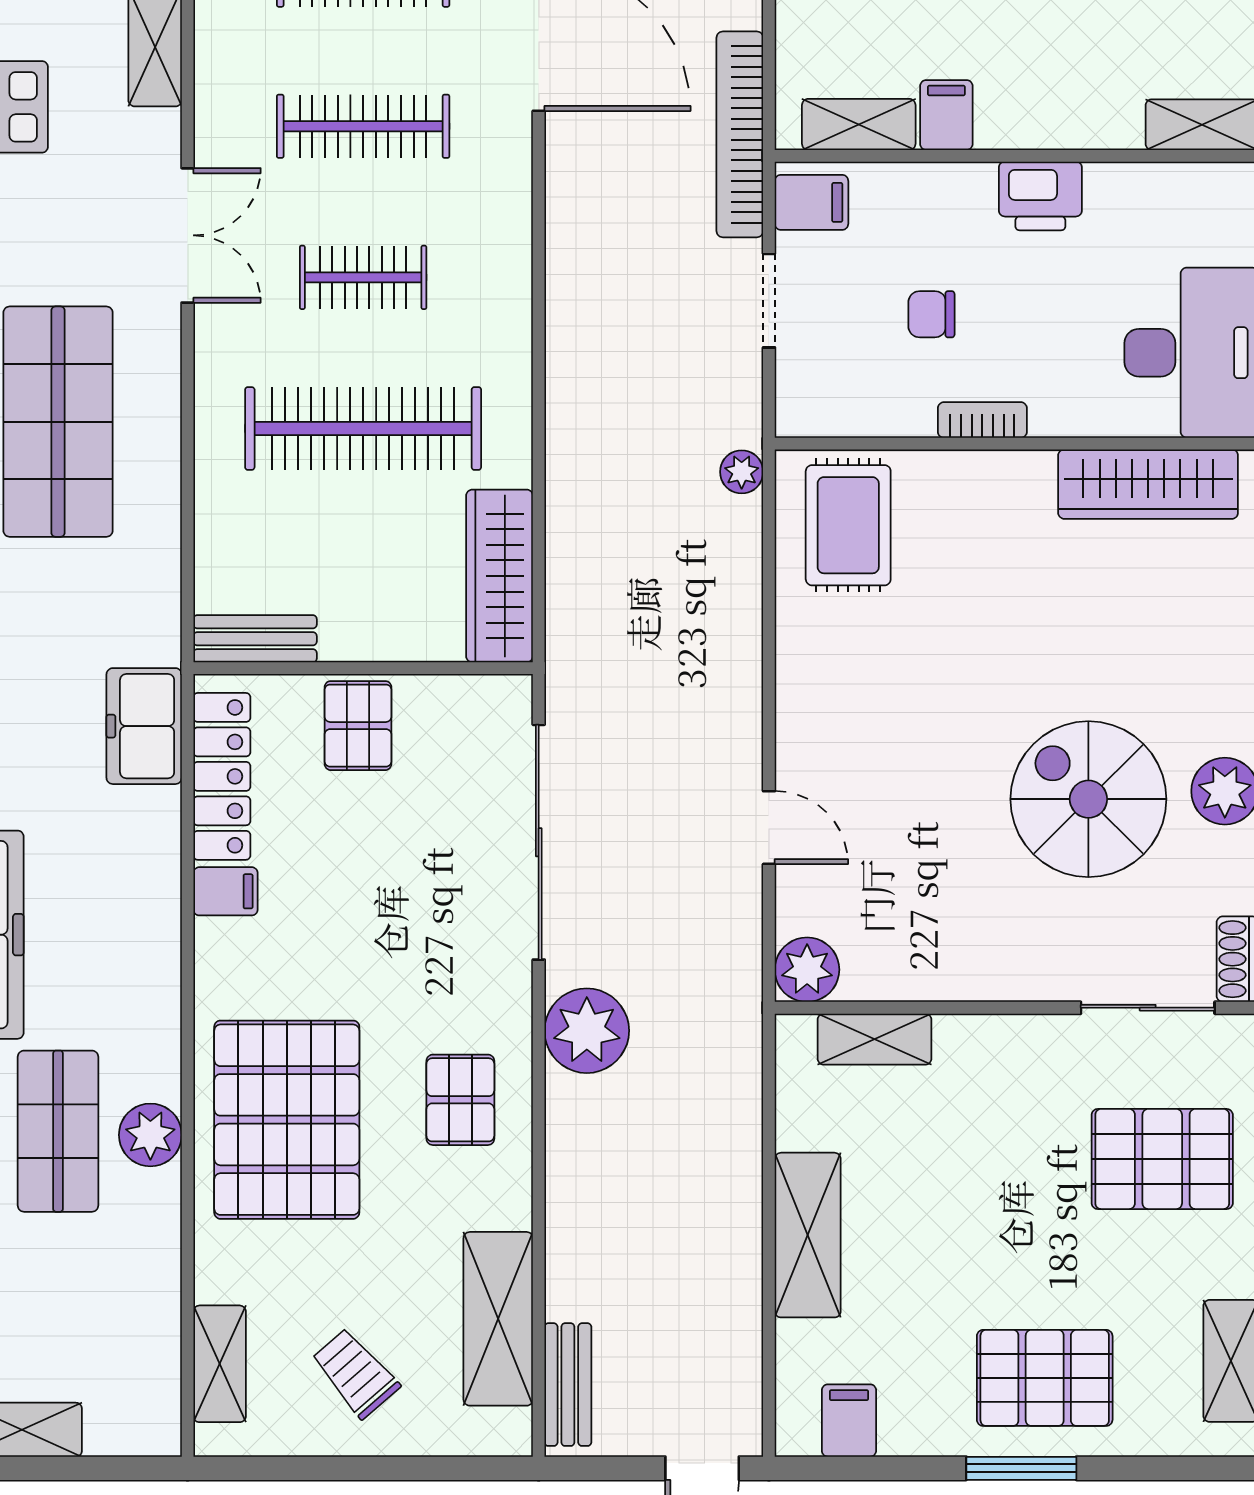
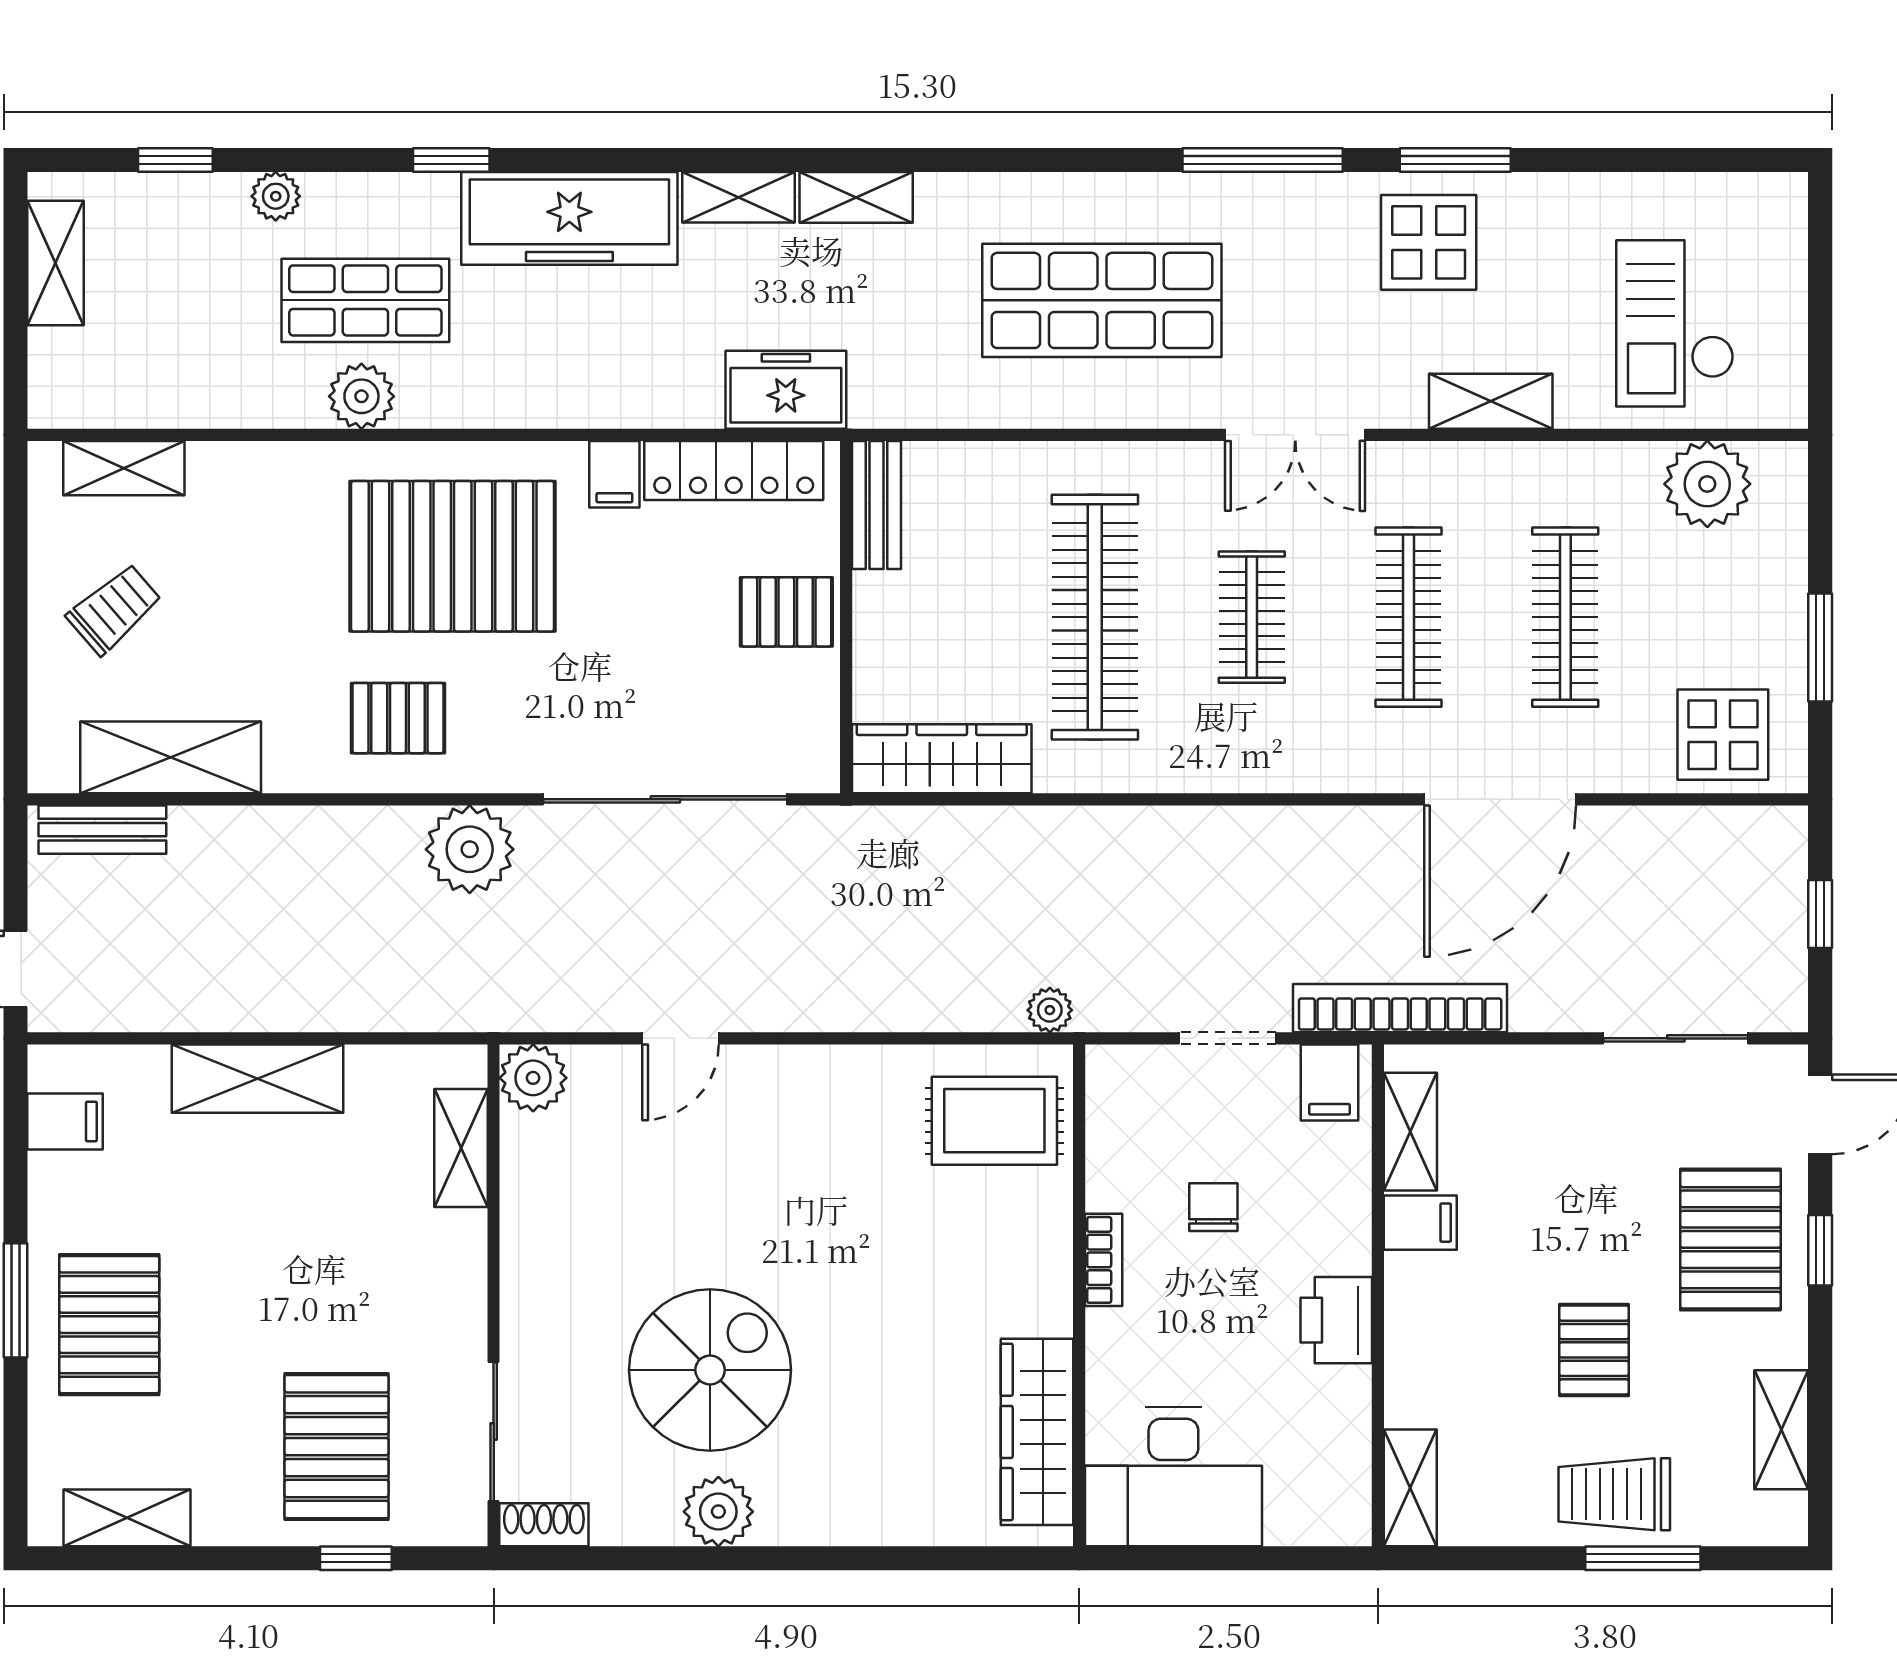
pallet: (287, 1120) -> (453, 556), moved

